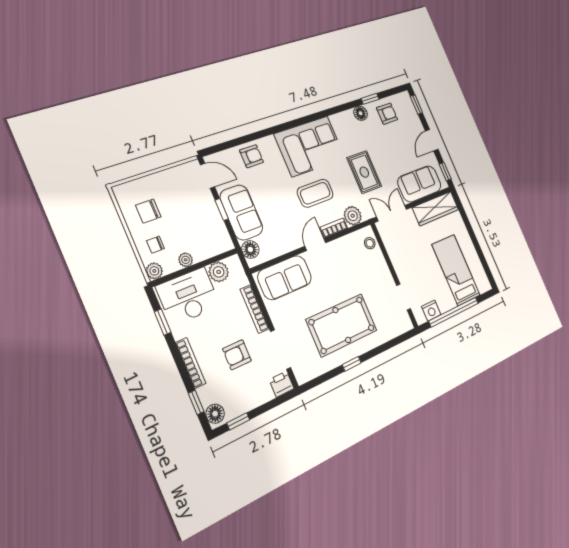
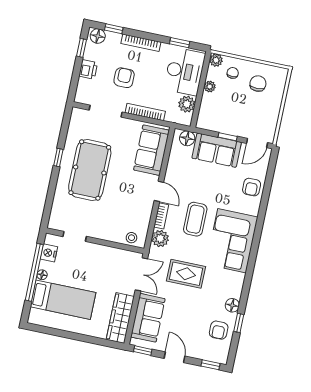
floor lamp: (451, 304) -> (42, 275), added
printer: (282, 384) -> (88, 69), moved

